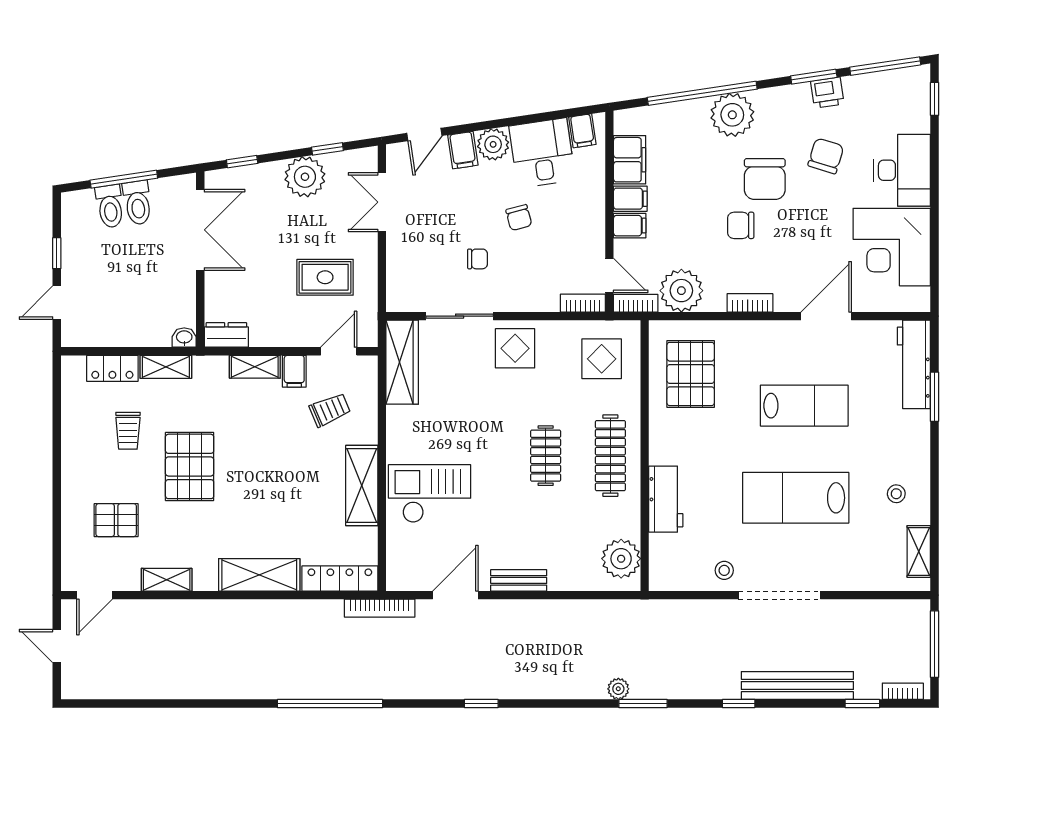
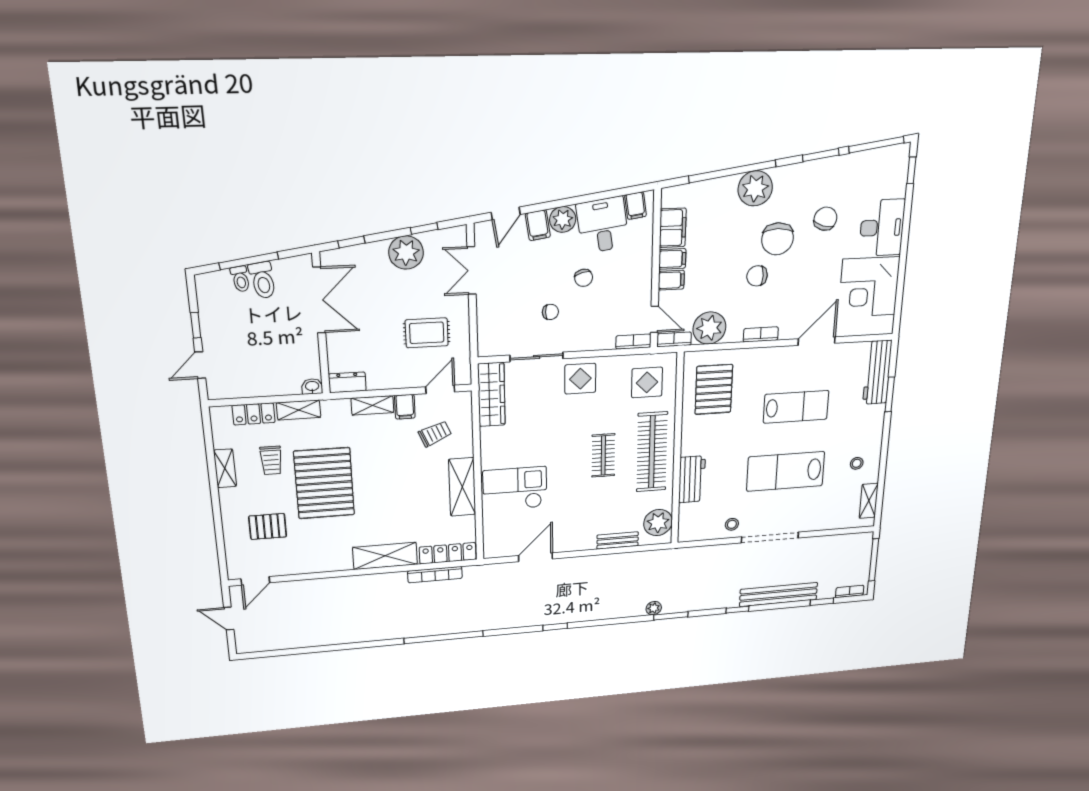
printer: (827, 93) -> (830, 168), removed
toilet: (110, 206) -> (240, 279), width x0.73, depth x0.72
clothes rail: (610, 456) -> (652, 452), width x1.37, depth x1.31
pallet: (190, 466) -> (324, 483), width x1.37, depth x1.41
shelving: (167, 580) -> (225, 468), moved, turned 90
bench: (519, 580) -> (618, 540), moved
bookcase: (380, 608) -> (435, 575), moved

